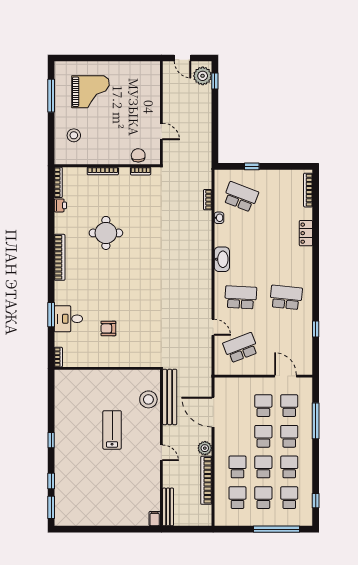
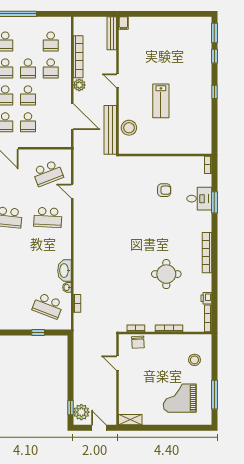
shelving: (147, 67) -> (130, 420), added
washbasin: (222, 259) -> (64, 271), moved
school desk: (263, 498) -> (28, 41), removed

